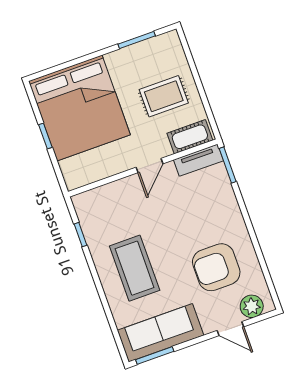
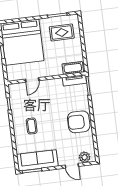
rug: (164, 96) -> (62, 32), moved
door: (149, 166) -> (32, 80), moved
armchair: (216, 267) -> (79, 122), moved
coffee table: (135, 268) -> (32, 126), width x0.54, depth x0.58

